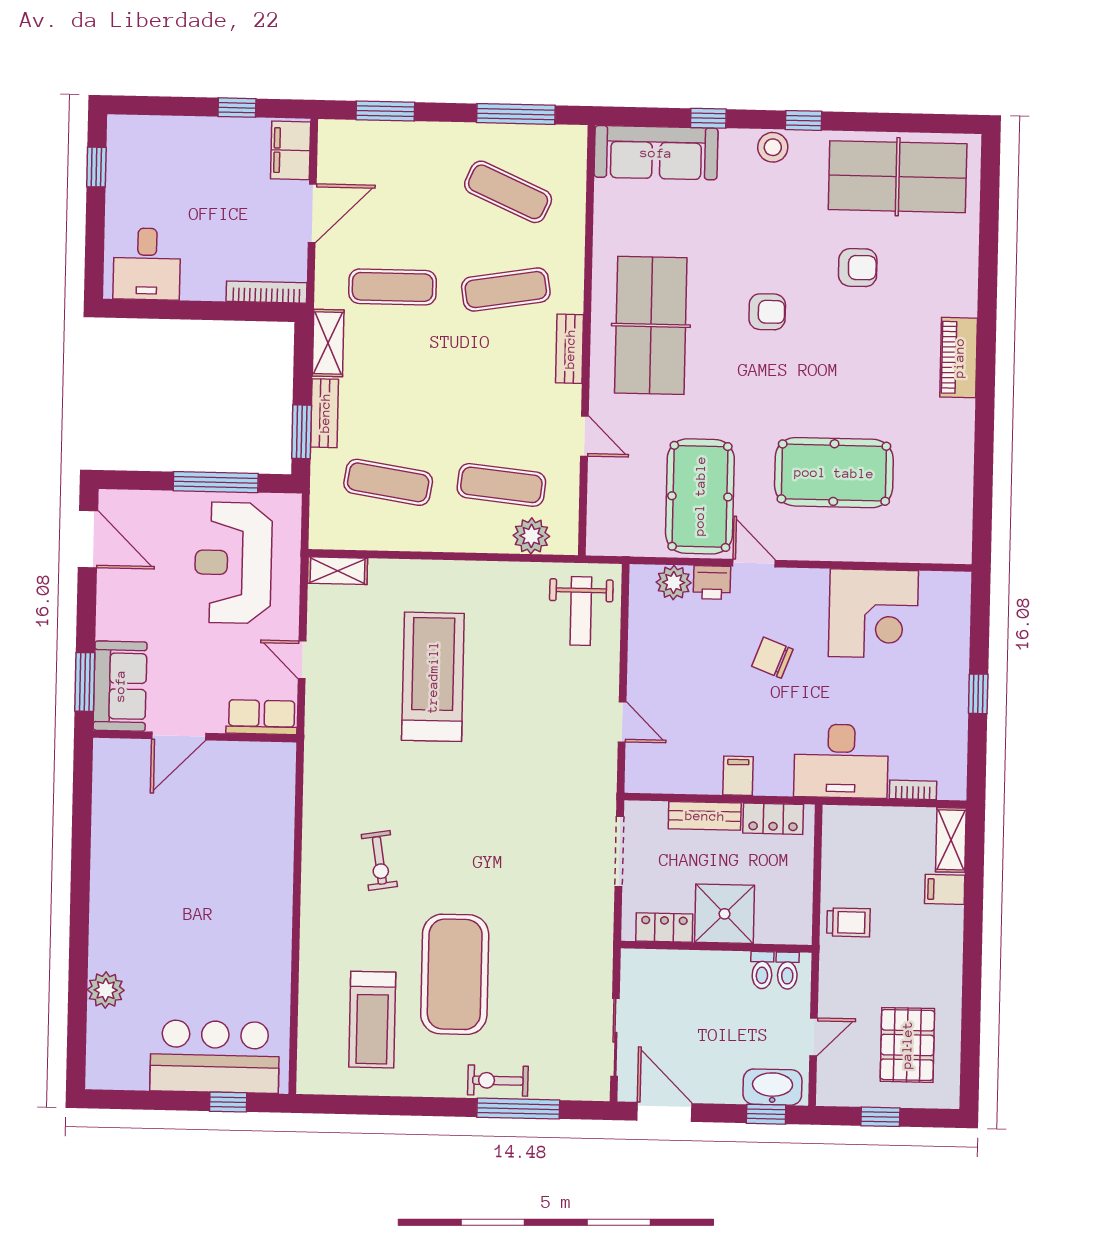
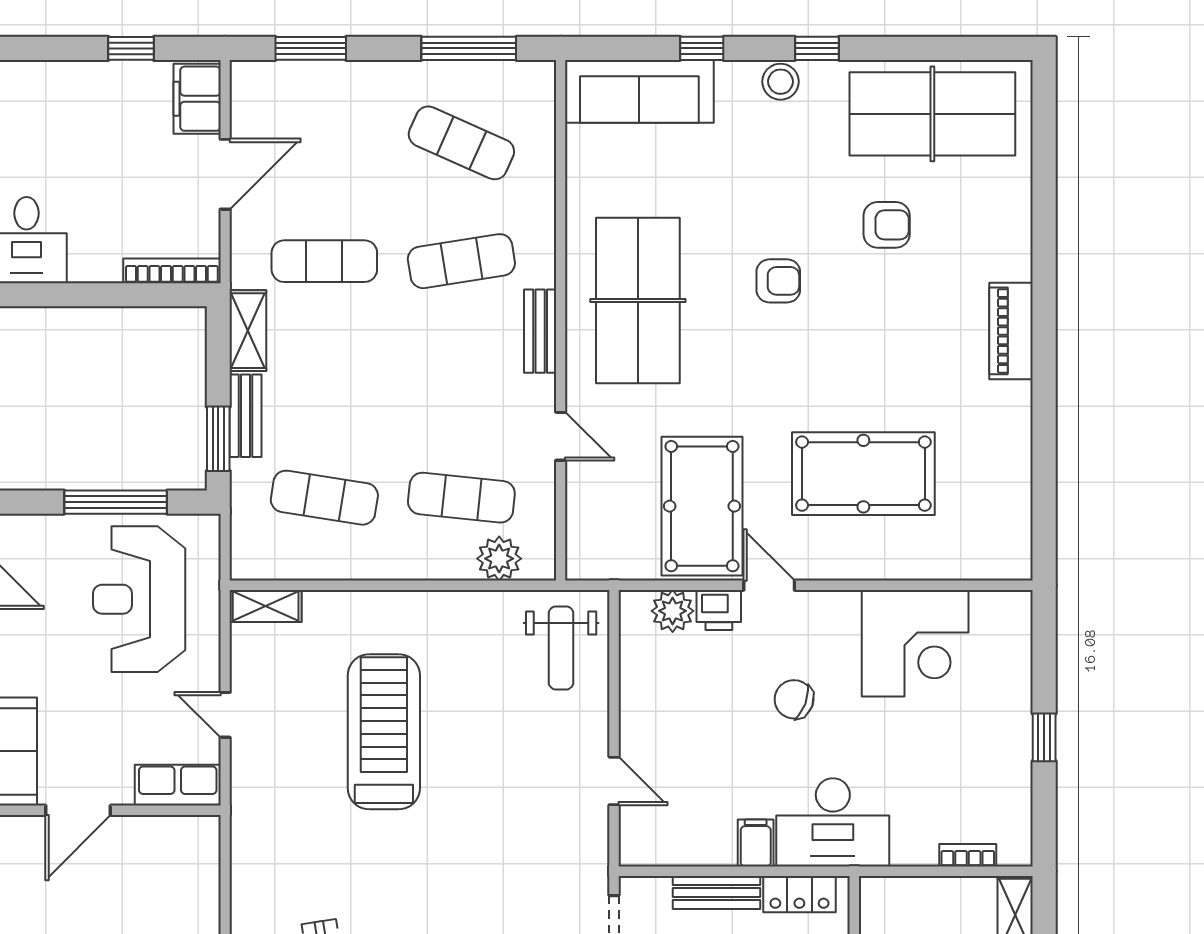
desk: (841, 761) -> (833, 822), moved

